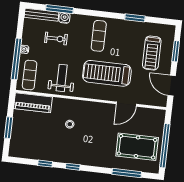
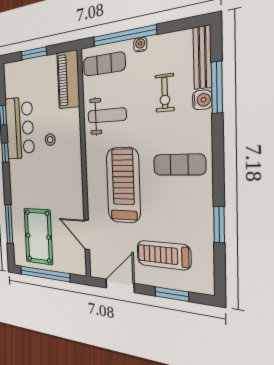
door: (126, 104) -> (87, 235), moved
bar counter: (57, 150) -> (20, 128), added

